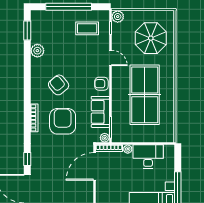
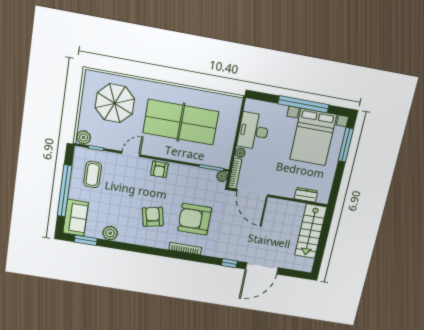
armchair: (59, 85) -> (153, 217), turned 118
sofa: (100, 112) -> (76, 218), moved, turned -90

